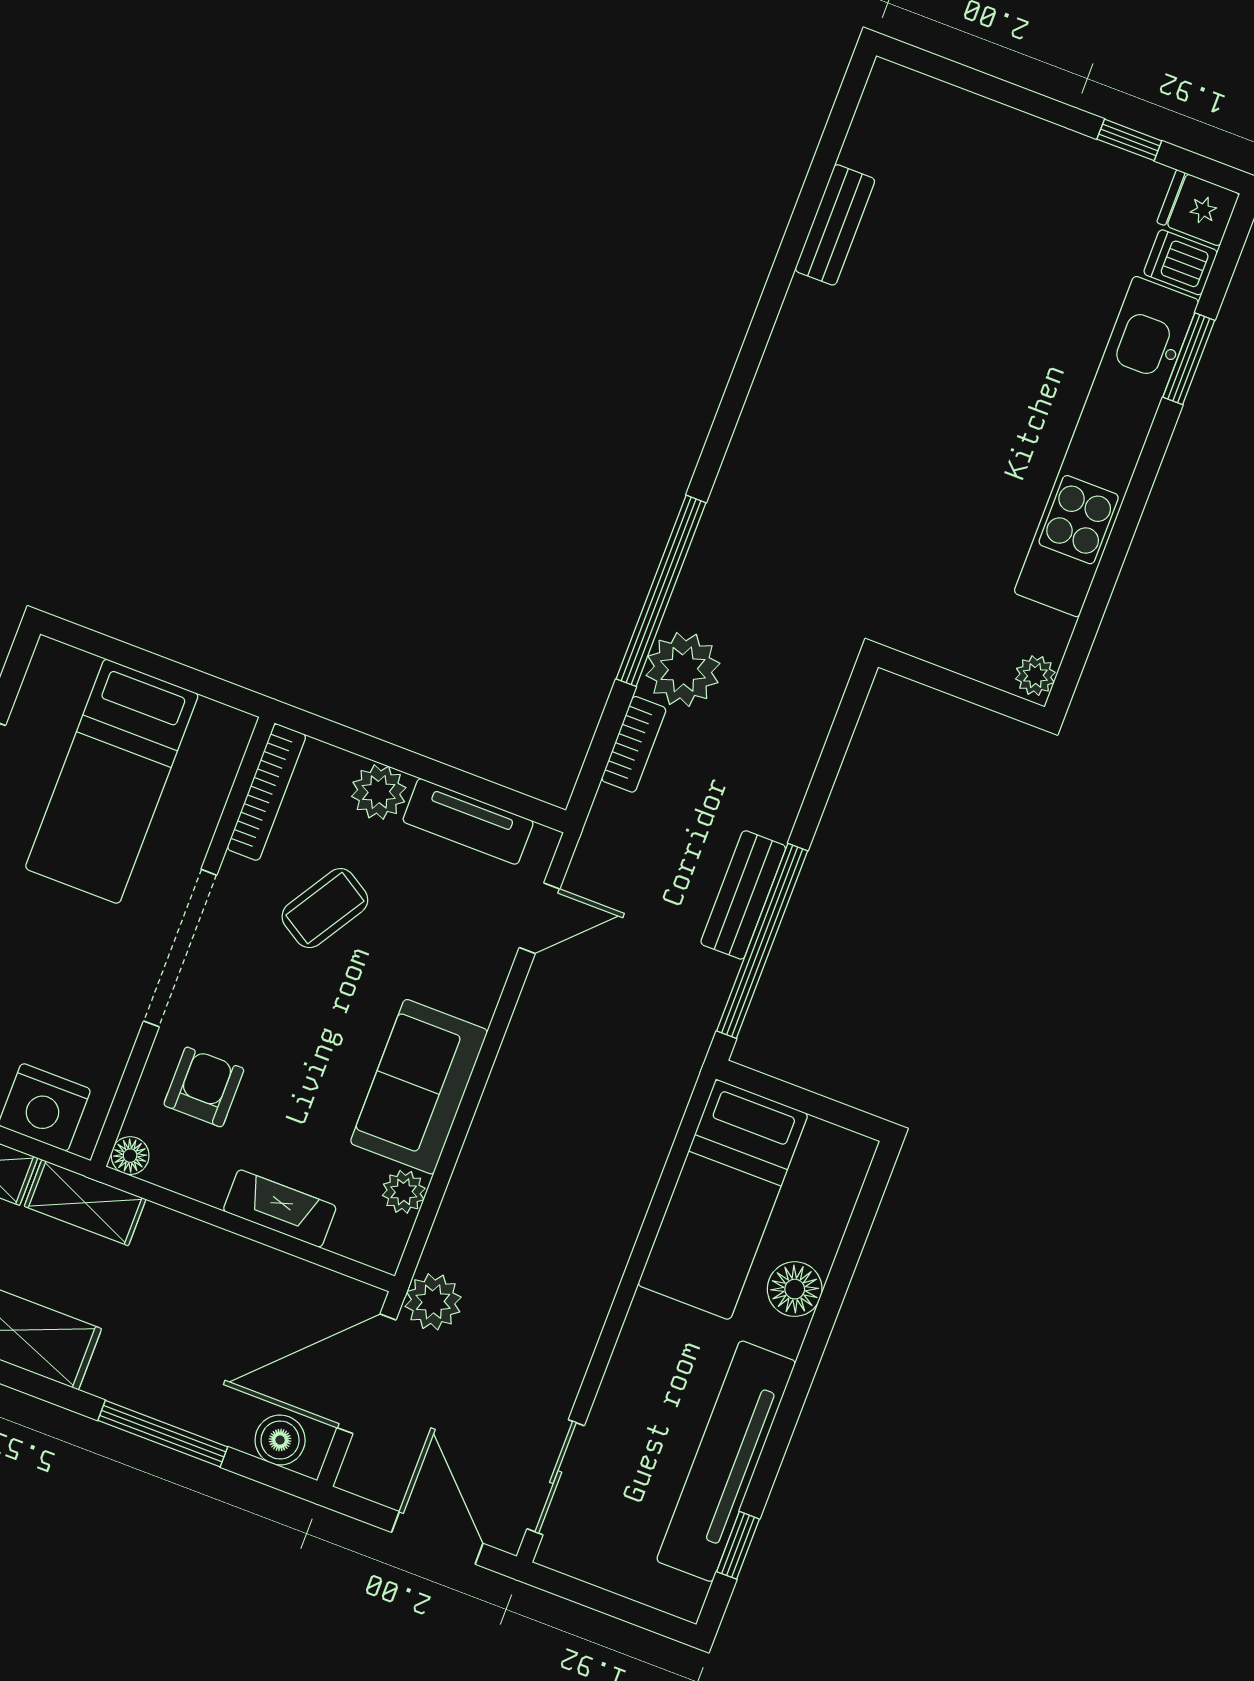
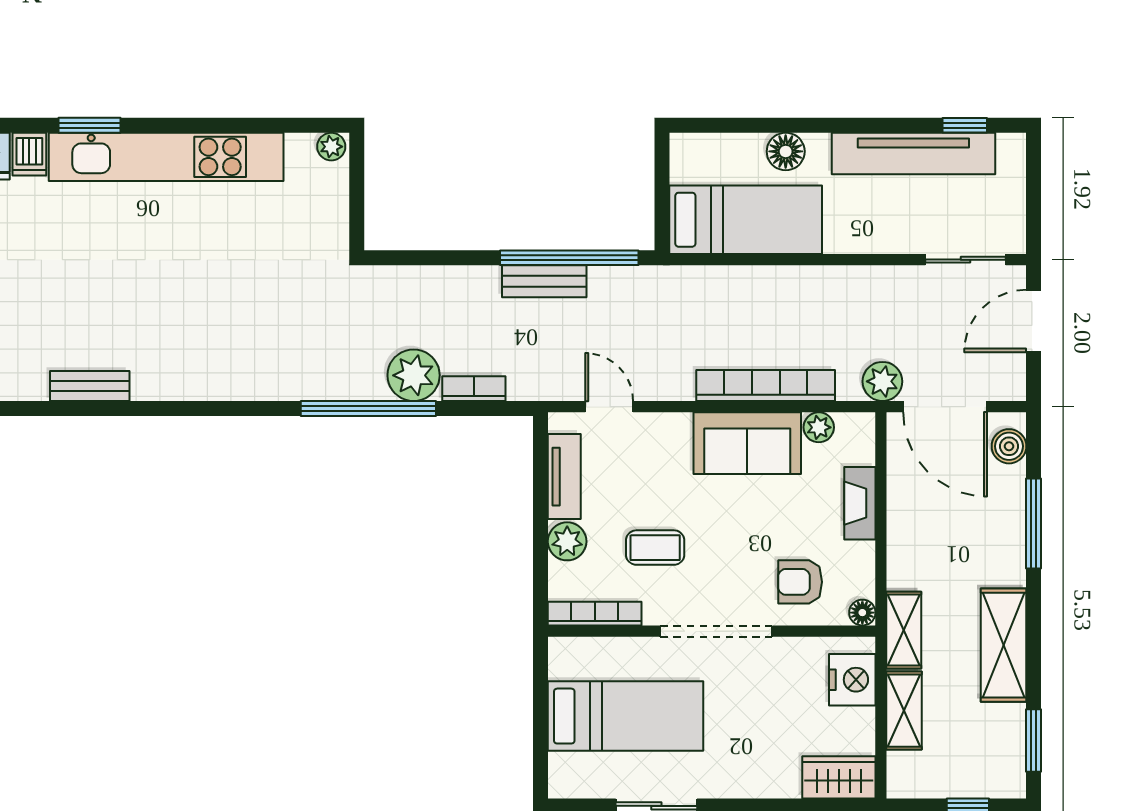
coffee table: (325, 908) -> (655, 548), turned -32
bookcase: (488, 1141) -> (766, 385), added

